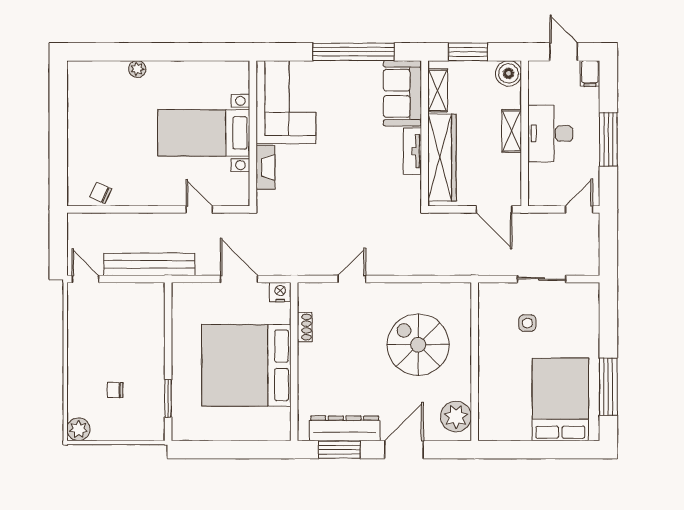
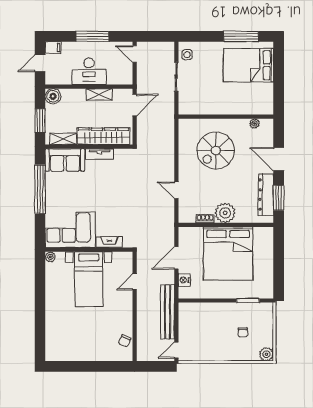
plant: (137, 69) -> (50, 257), moved
shelving: (512, 131) -> (99, 94), moved
nightstand: (280, 292) -> (184, 280), moved
side table: (527, 323) -> (187, 55), moved
plant: (314, 360) -> (225, 213), added
plant: (456, 417) -> (255, 124), width x0.53, depth x0.53

